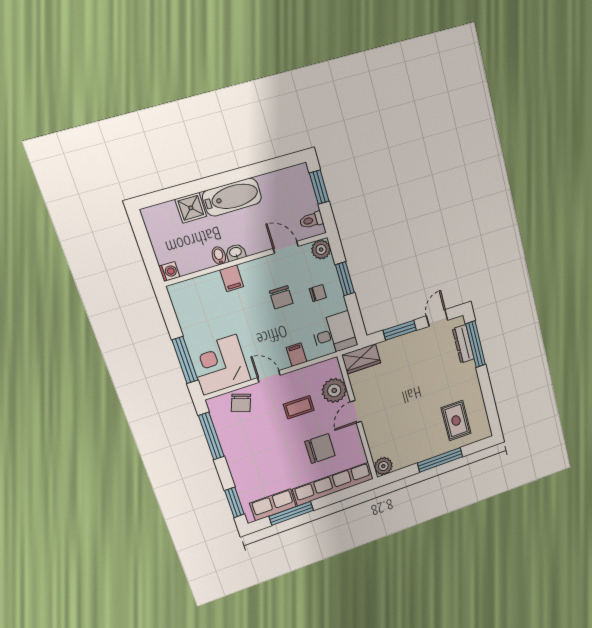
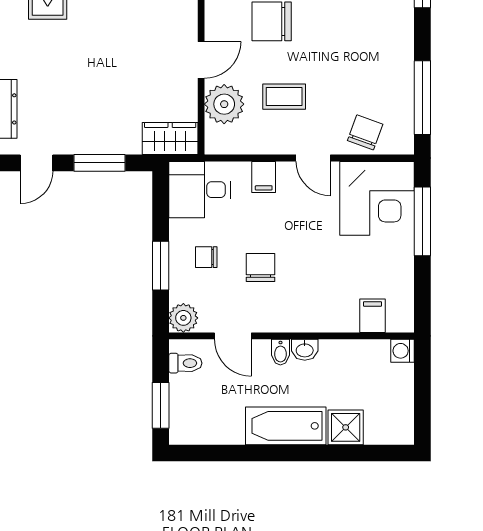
bidet: (219, 256) -> (280, 352), moved
filing cabinet: (232, 278) -> (372, 316), moved

